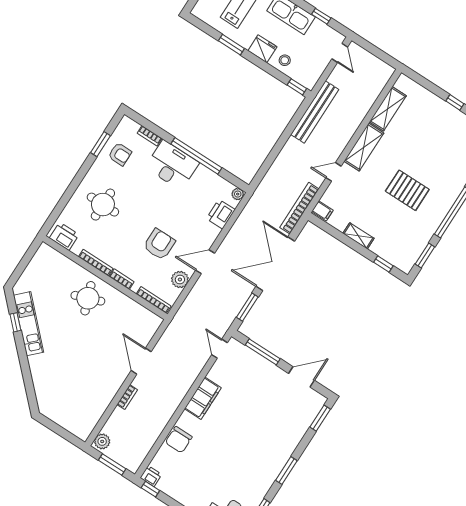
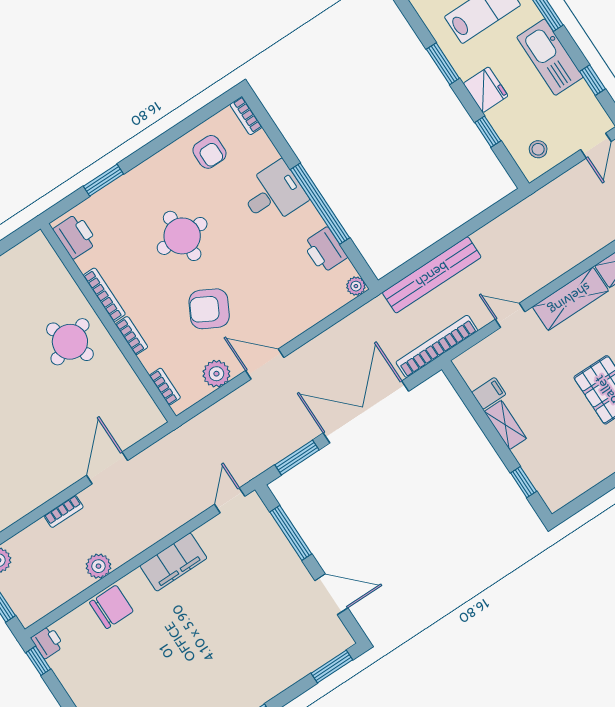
stool: (285, 60) -> (538, 149), moved
window: (297, 87) -> (488, 132), moved
bench: (315, 112) -> (432, 275), moved
bookcase: (150, 136) -> (246, 116), moved
window: (100, 144) -> (103, 180), moved
desk: (172, 165) -> (273, 194), width x0.73
round table: (103, 205) -> (182, 236), moved
filing cabinet: (322, 211) -> (489, 393), moved, turned -90
printer: (221, 214) -> (325, 250), moved, turned -90
armchair: (159, 244) -> (209, 309), turned -152
window: (425, 256) -> (590, 496), removed
bookcase: (154, 300) -> (165, 387), width x0.64
plant: (161, 420) -> (98, 566), added
chair: (179, 440) -> (111, 607), turned 180

